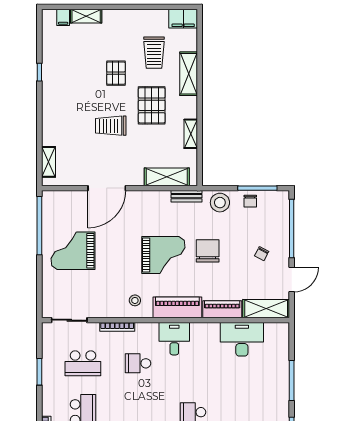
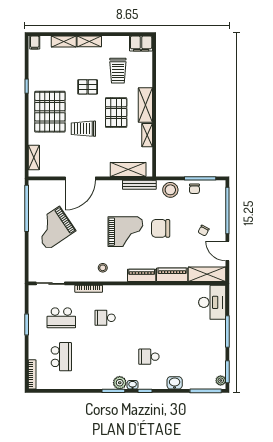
shelving: (118, 16) -> (89, 41), added
filing cabinet: (63, 17) -> (35, 43), moved
pallet: (116, 73) -> (88, 87), turned 90
shelving: (189, 74) -> (145, 105), moved
pallet: (69, 104) -> (50, 112), added
bench: (187, 196) -> (139, 185), width x1.36
grand piano: (73, 251) -> (53, 228), turned -34
chair: (208, 251) -> (161, 228), turned -90
door: (292, 279) -> (227, 251), swing flipped
piano: (177, 307) -> (142, 275), width x0.73, depth x0.75
desk: (174, 339) -> (134, 298), removed
desk: (242, 339) -> (212, 302), moved, turned 90

